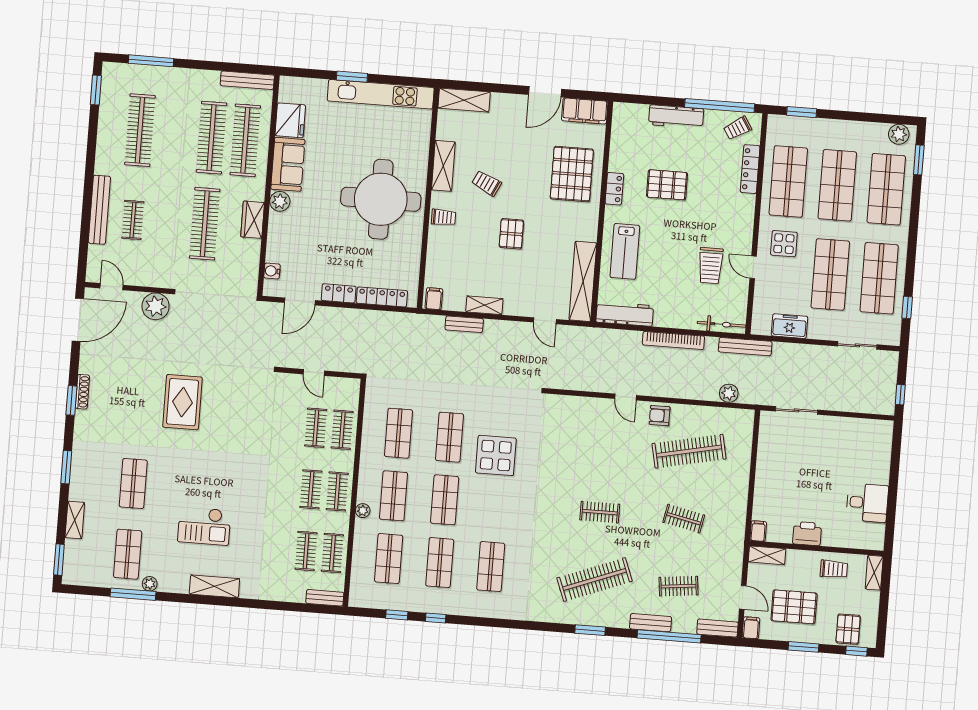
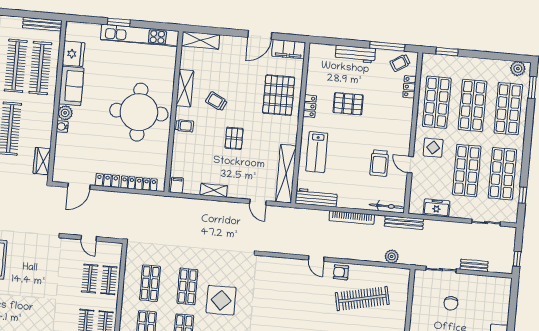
window: (720, 106) -> (387, 46), width x0.68
locker: (750, 169) -> (410, 87), width x0.66
wardrobe: (253, 220) -> (42, 161), moved
water cooler: (272, 271) -> (62, 127), moved
bench: (464, 324) -> (474, 265), moved
chair: (811, 456) -> (451, 303), added

